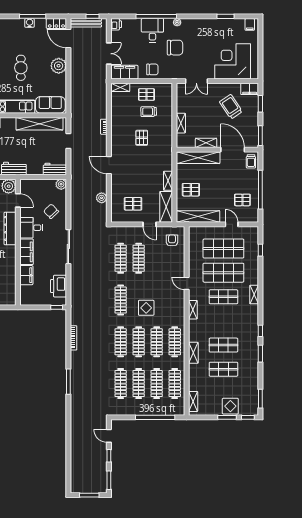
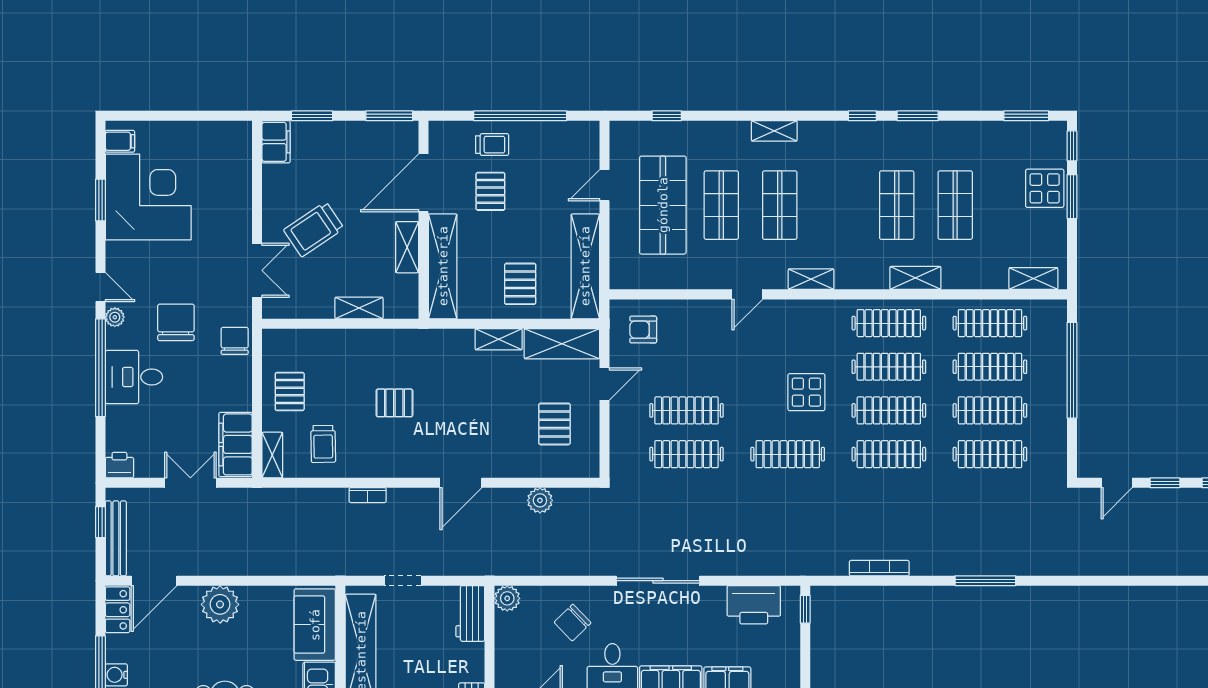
door: (190, 16) -> (100, 287), added
corner desk: (233, 61) -> (148, 197), moved, turned 180
chair: (152, 69) -> (235, 341), moved
trolley: (231, 107) -> (314, 229), moved
trolley: (149, 112) -> (323, 444), moved
trolley: (251, 161) -> (492, 145), moved
pallet: (242, 200) -> (490, 191), moved
shop shelf: (223, 273) -> (721, 205), width x0.70, depth x0.74

